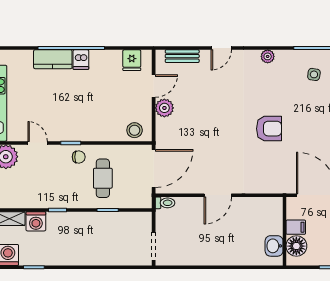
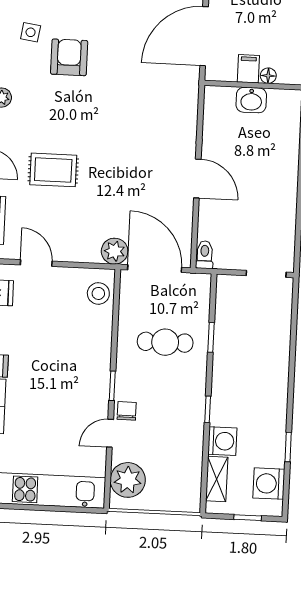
rug: (219, 95) -> (53, 170), added
plant: (164, 108) -> (115, 251), moved
armchair: (269, 129) -> (69, 57), moved
chair: (79, 157) -> (127, 411), moved
washbasin: (274, 246) -> (251, 100), moved
floor lamp: (296, 246) -> (268, 76), width x0.53, depth x0.53

